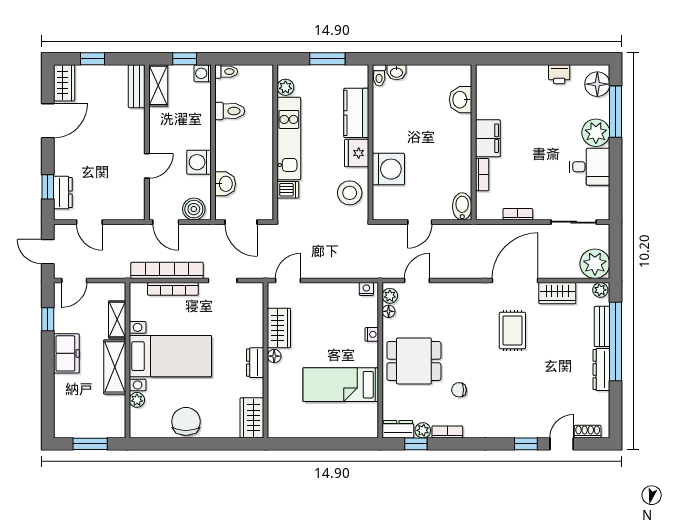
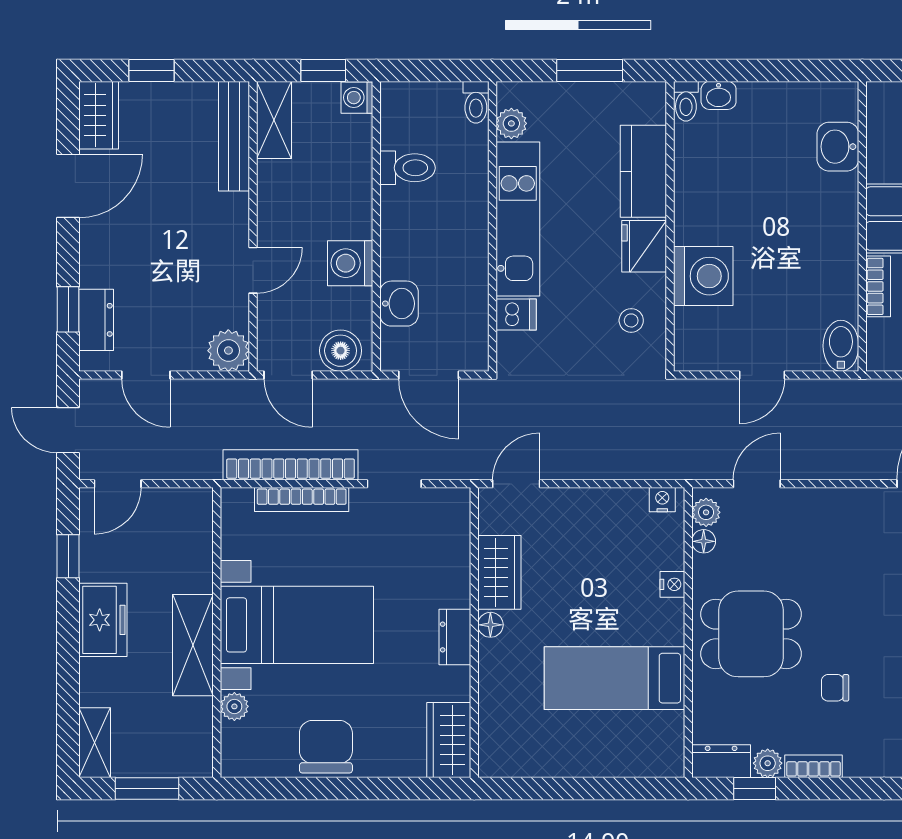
toilet: (226, 72) -> (476, 102), moved, turned 90
bench: (137, 86) -> (234, 136), width x1.36
stool: (350, 193) -> (631, 320), width x0.53, depth x0.53
plant: (134, 209) -> (228, 351), added
shelving: (117, 320) -> (95, 743), moved

